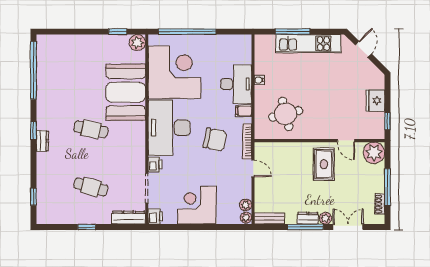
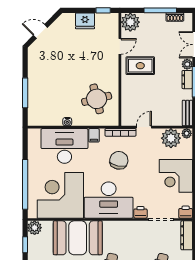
kitchen unit: (308, 44) -> (36, 79), removed
desk: (236, 84) -> (64, 146), width x1.36, depth x1.30
plant: (246, 205) -> (171, 138), width x1.88, depth x1.88

